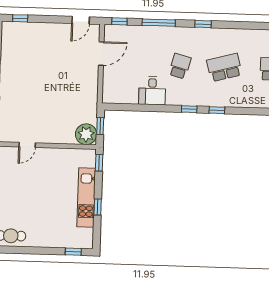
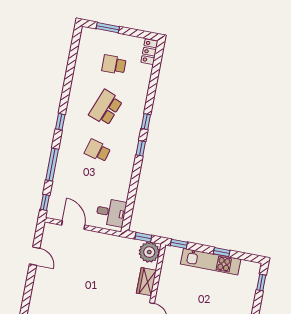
window: (20, 18) -> (27, 298), removed
door: (81, 20) -> (35, 256), moved
school desk: (224, 67) -> (106, 108), turned 36
desk: (152, 91) -> (111, 212), moved
wardrobe: (56, 136) -> (146, 282), added

